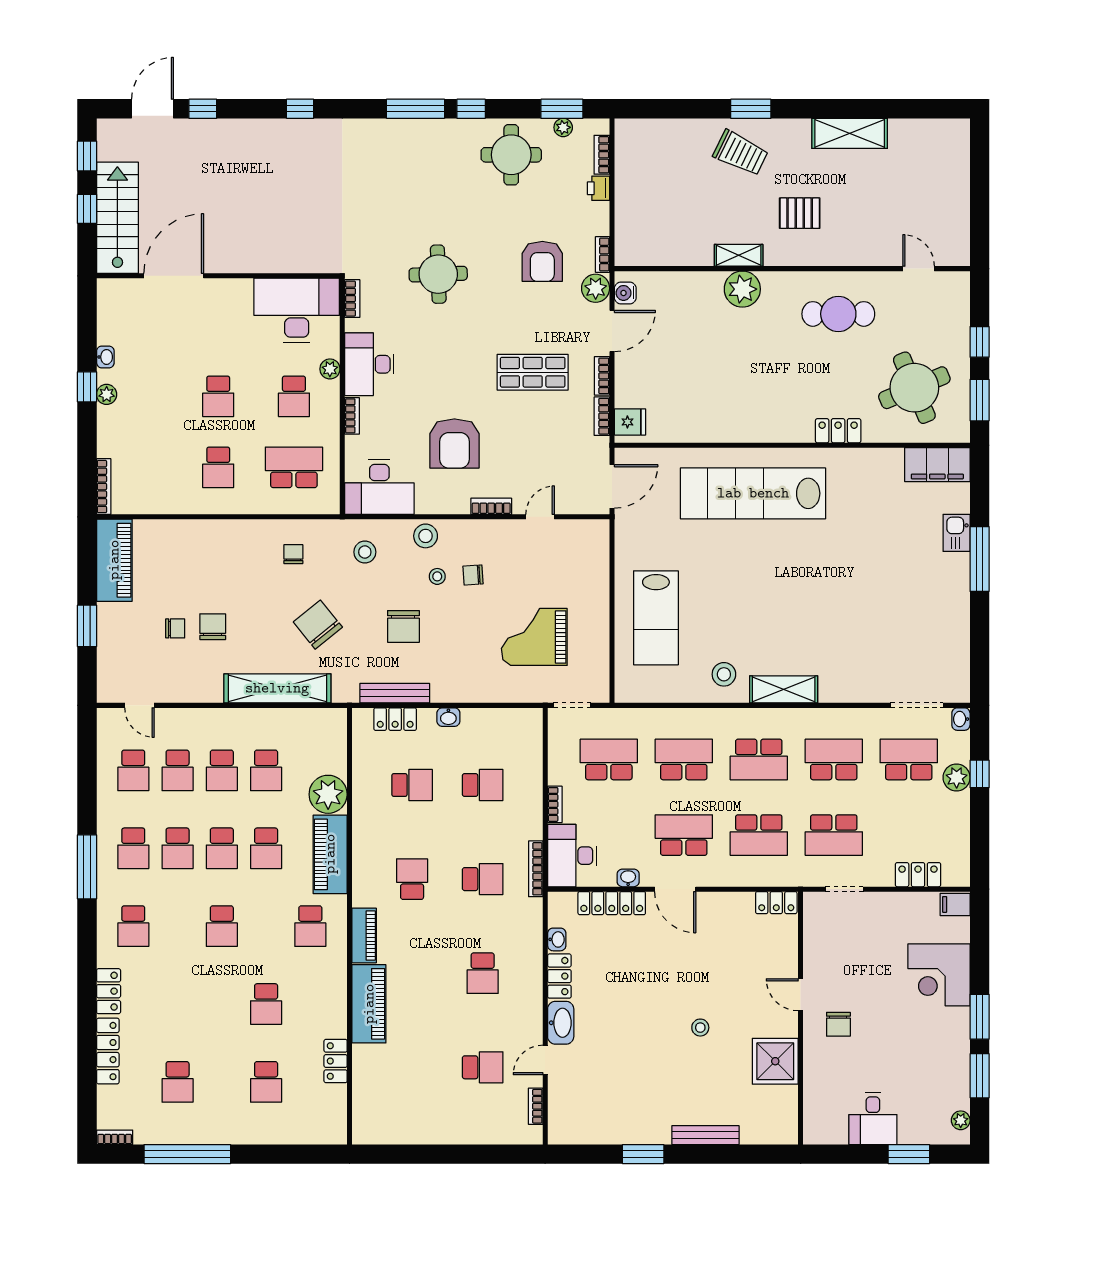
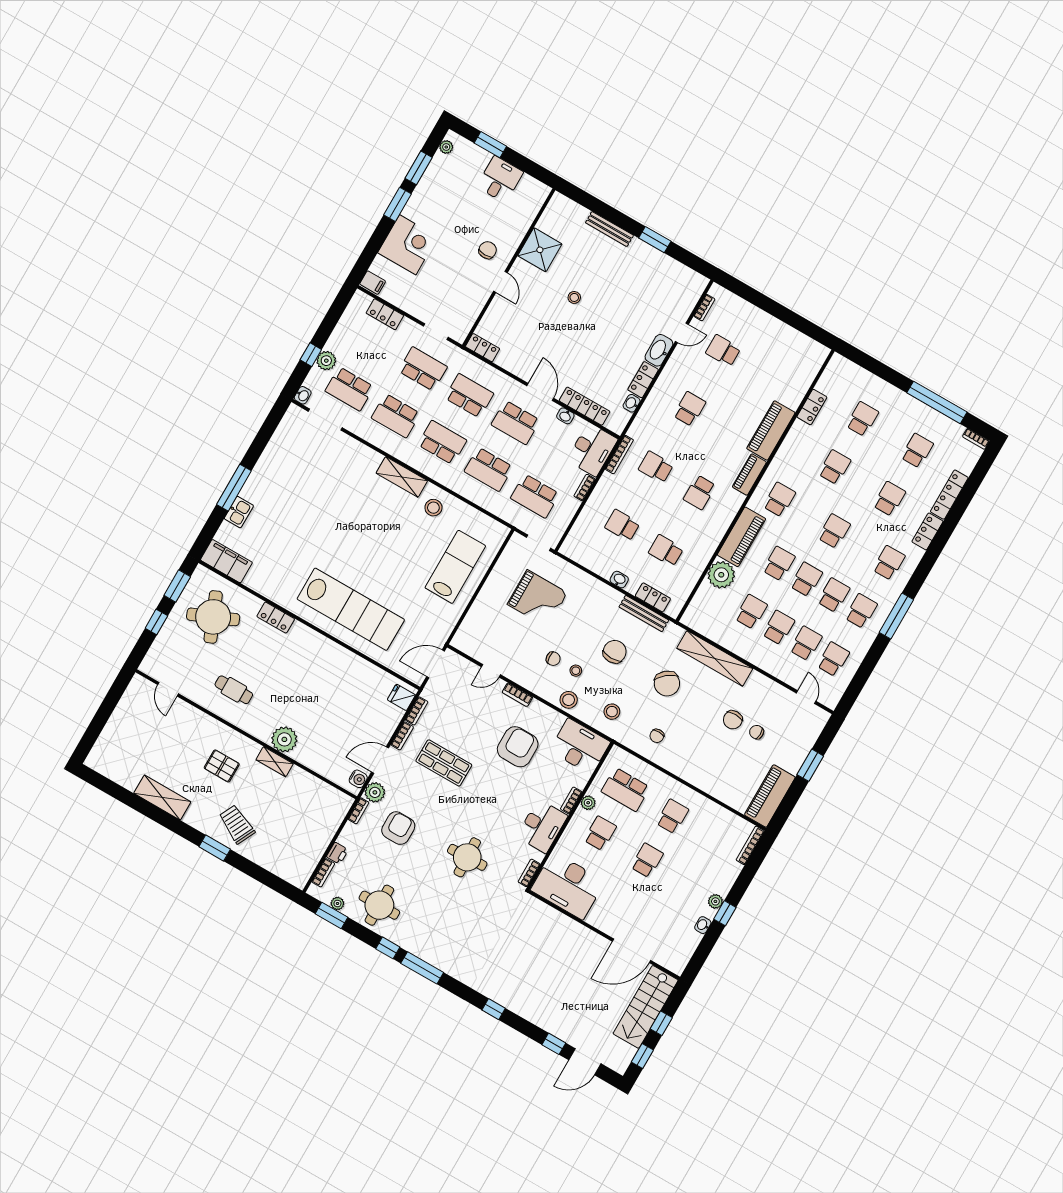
cafe table: (838, 314) -> (234, 690), width x0.73, depth x0.74
plant: (330, 369) -> (588, 803), moved
school desk: (178, 1004) -> (889, 499), added

